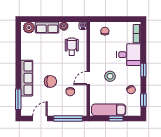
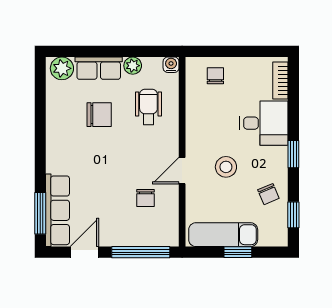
row of seats: (27, 78) -> (58, 210), moved
chair: (50, 81) -> (99, 115), moved

